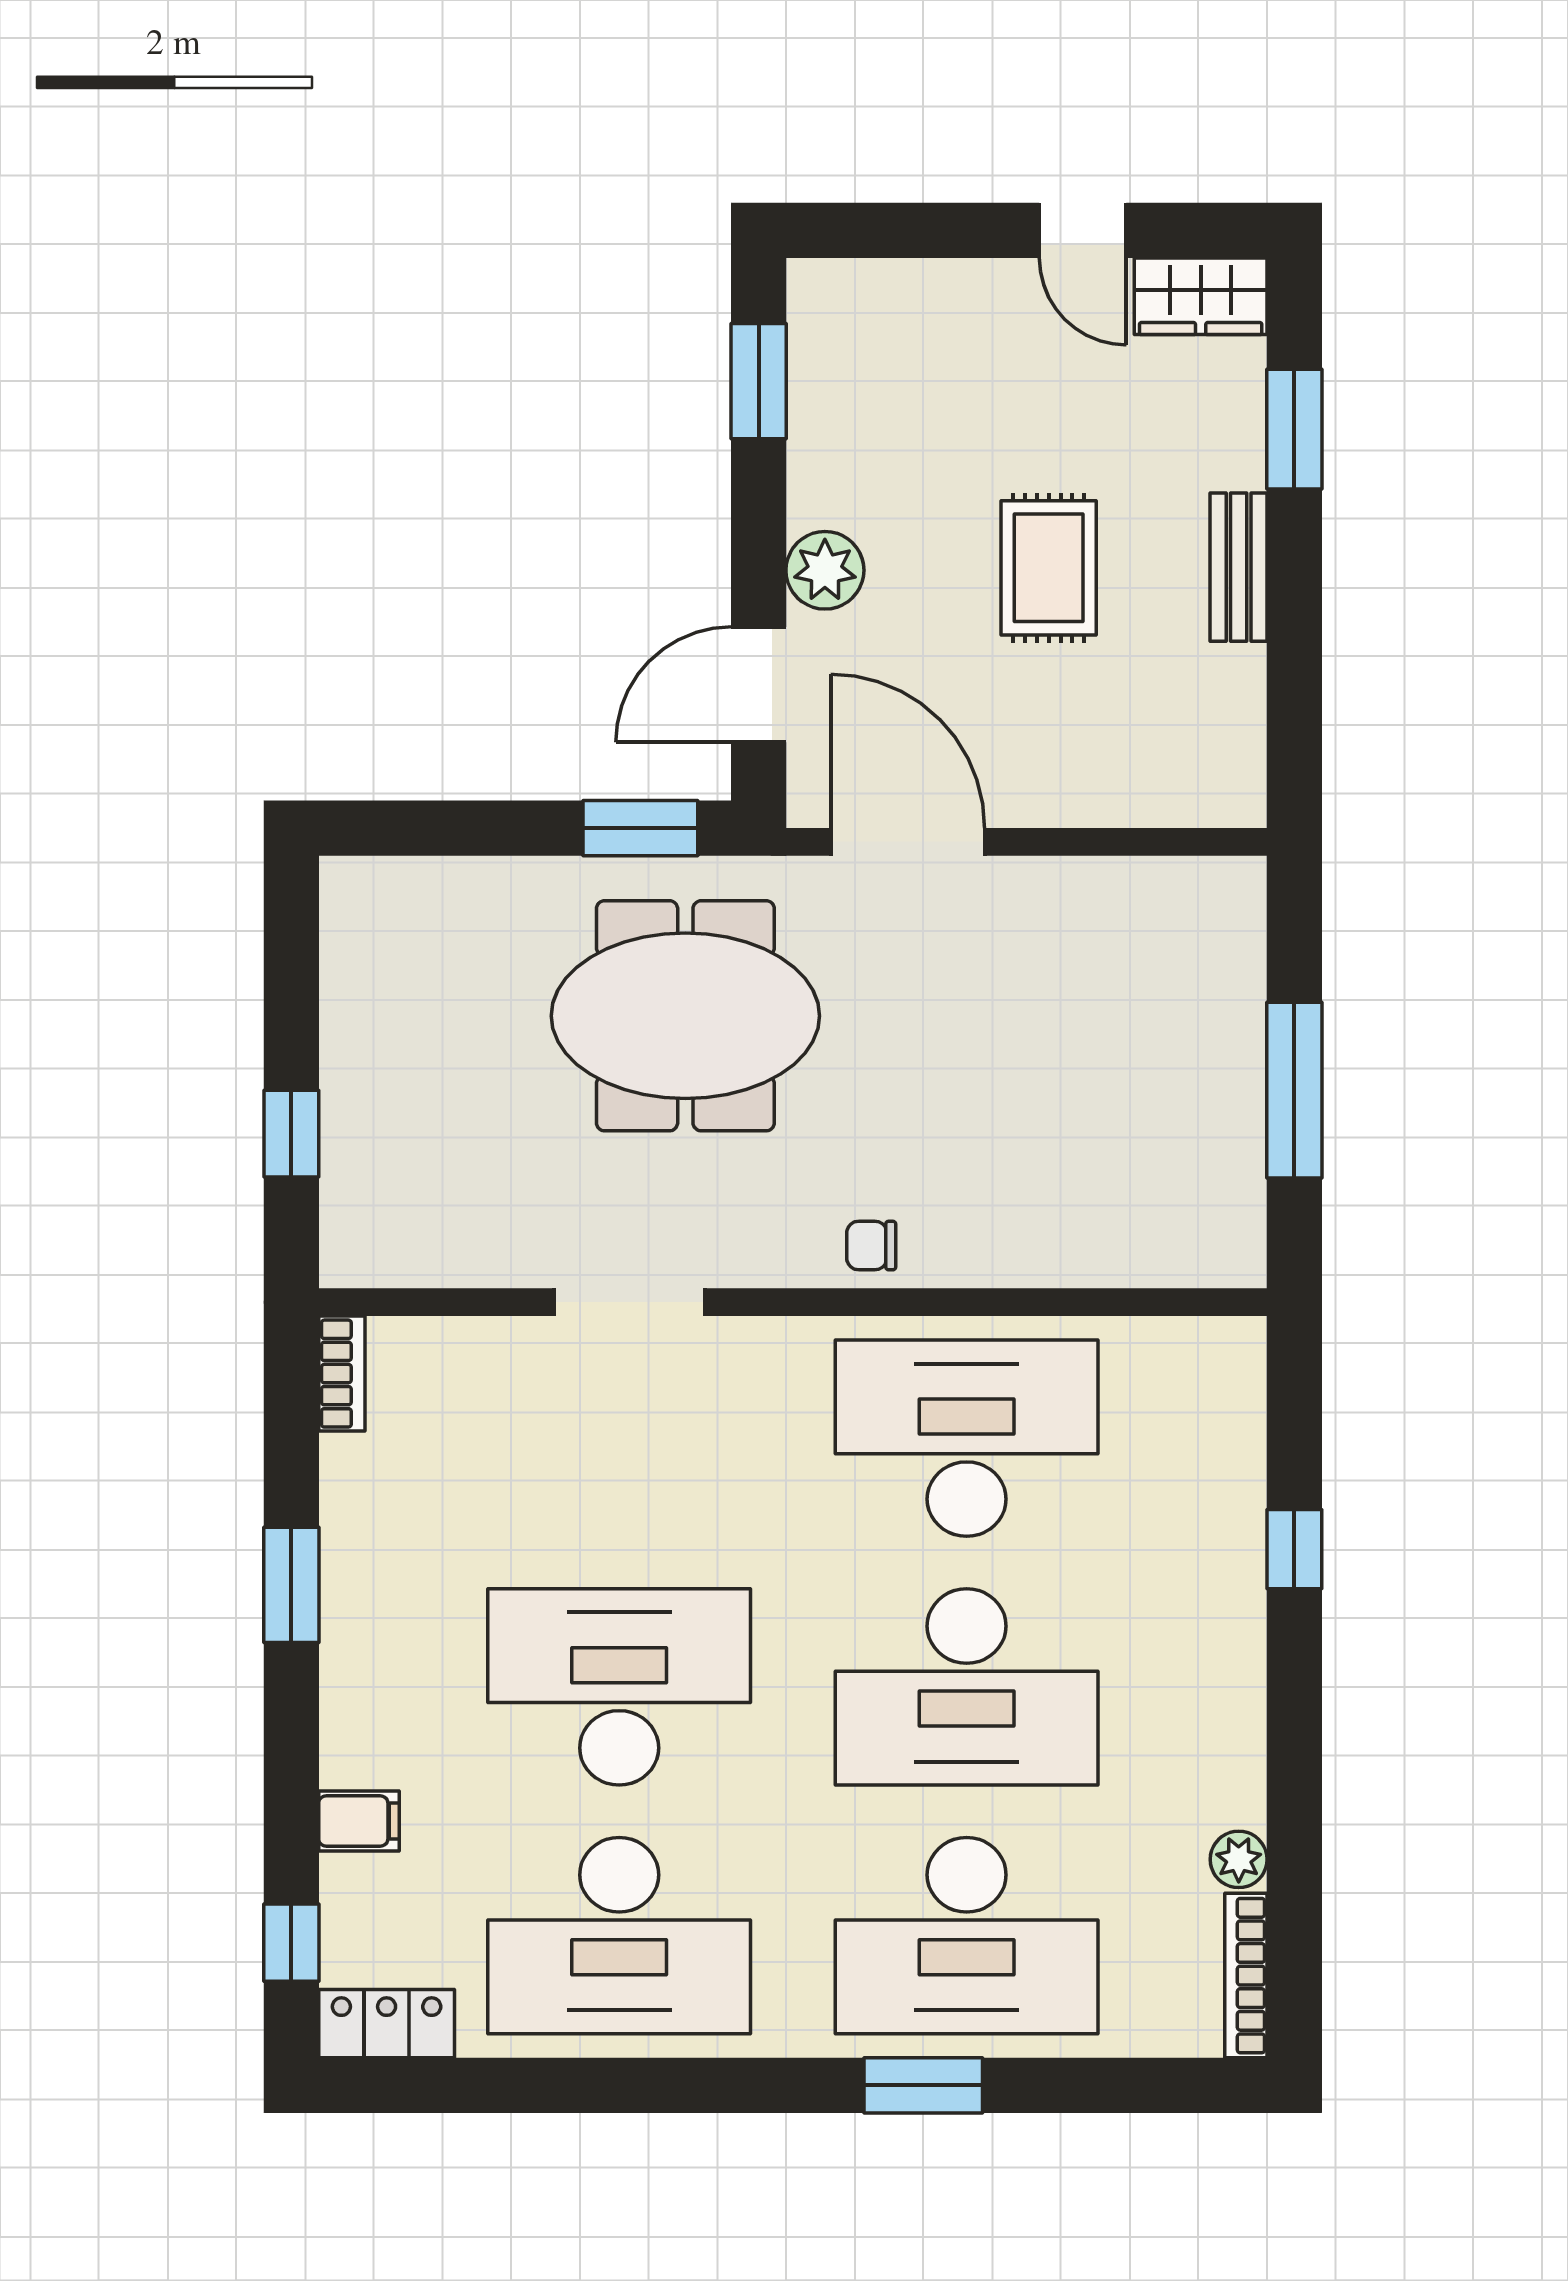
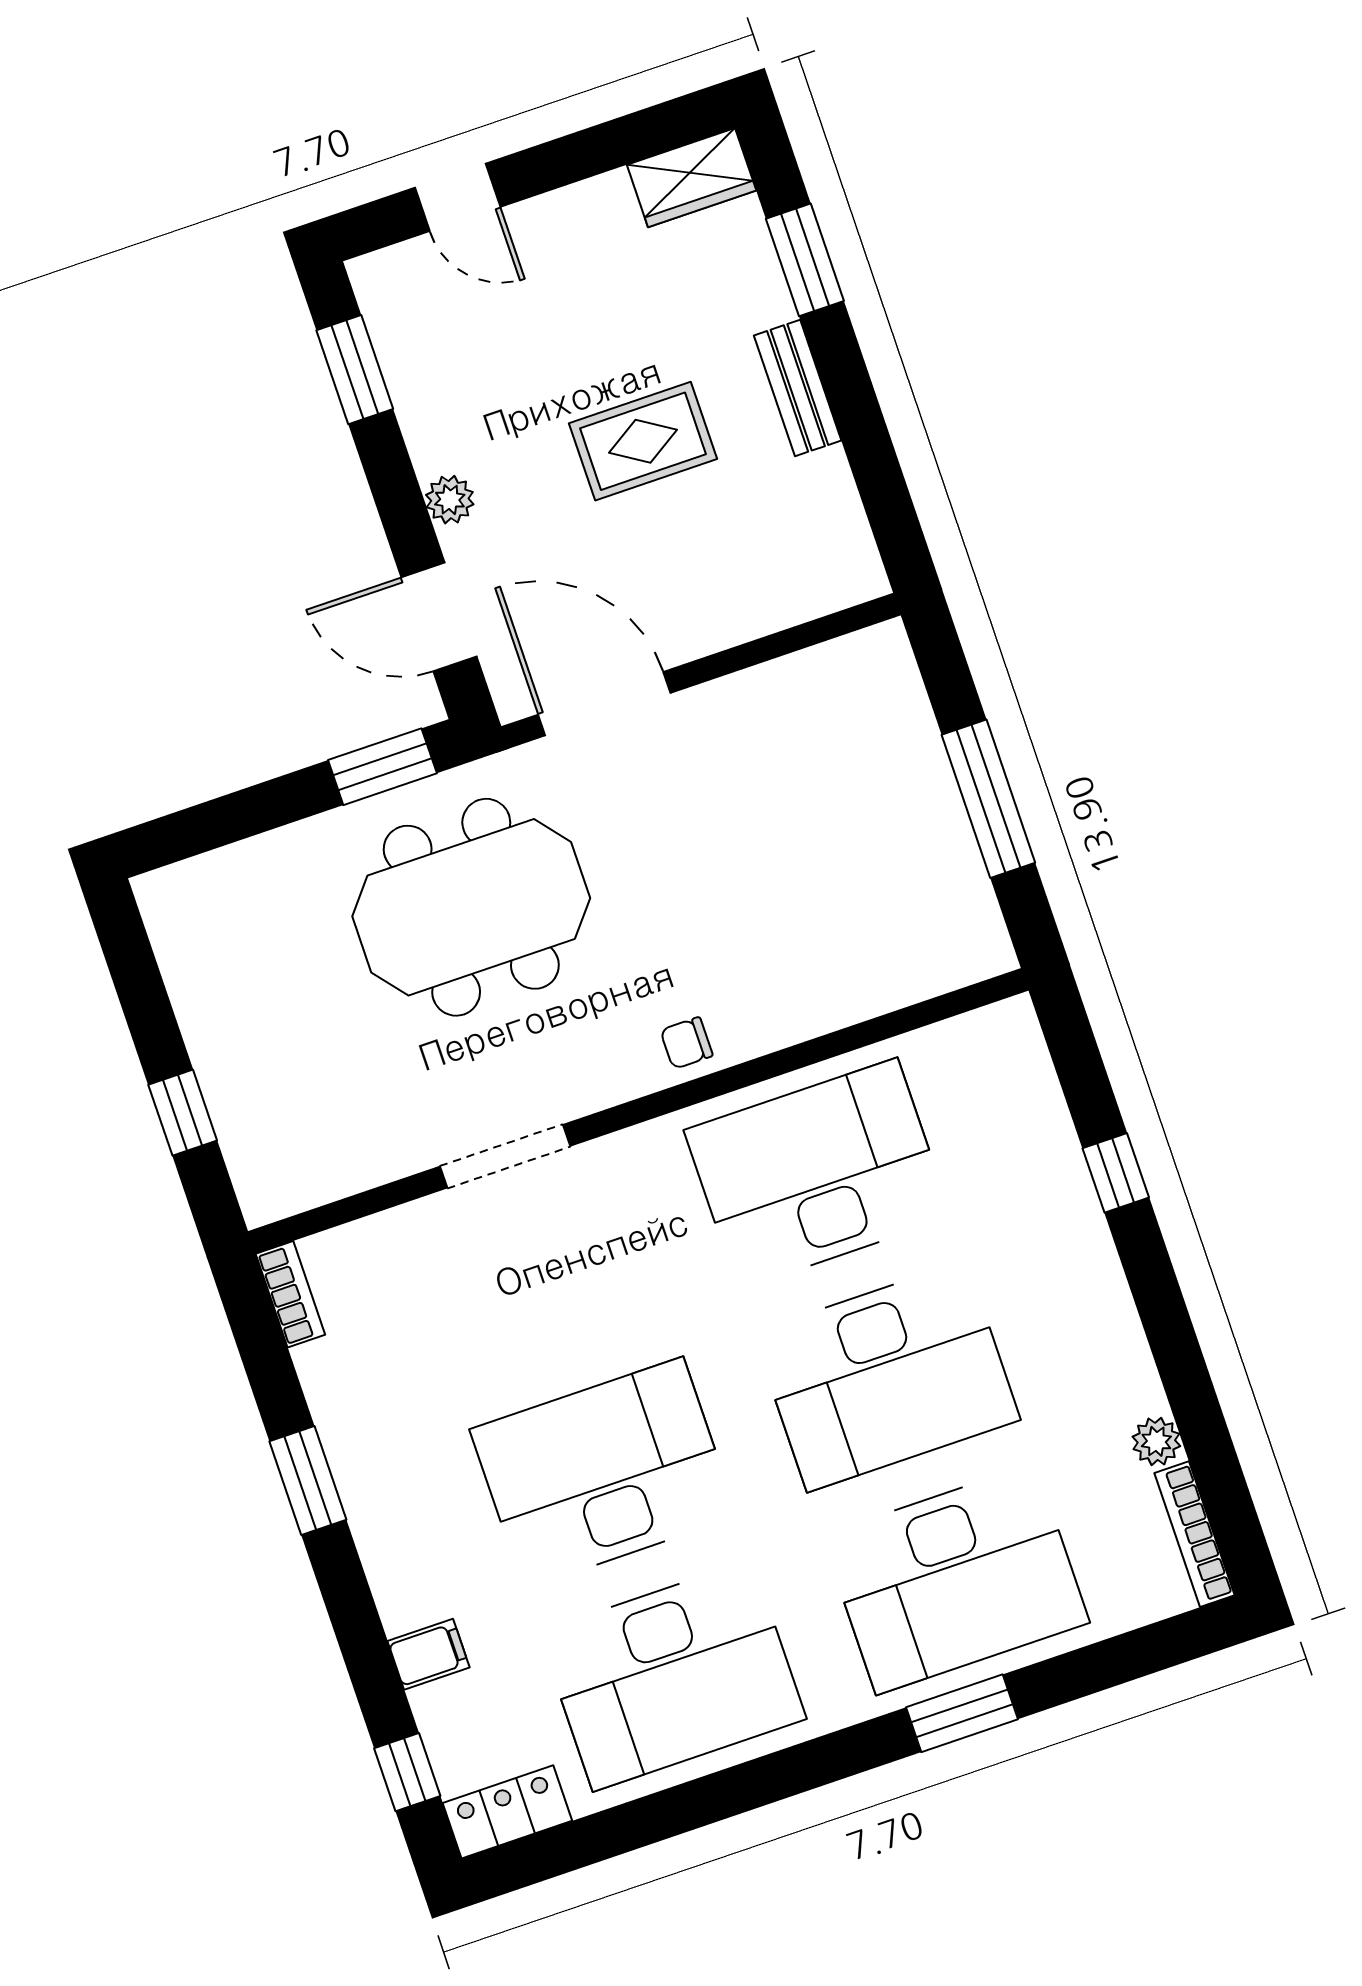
door: (1083, 230) -> (458, 197), moved
rug: (1049, 568) -> (643, 441), turned 90
plant: (825, 570) -> (450, 500), width x0.73, depth x0.73
door: (759, 685) -> (439, 617), hinge flipped

